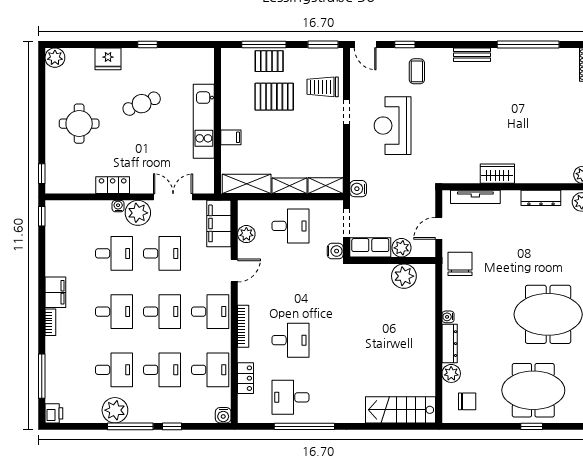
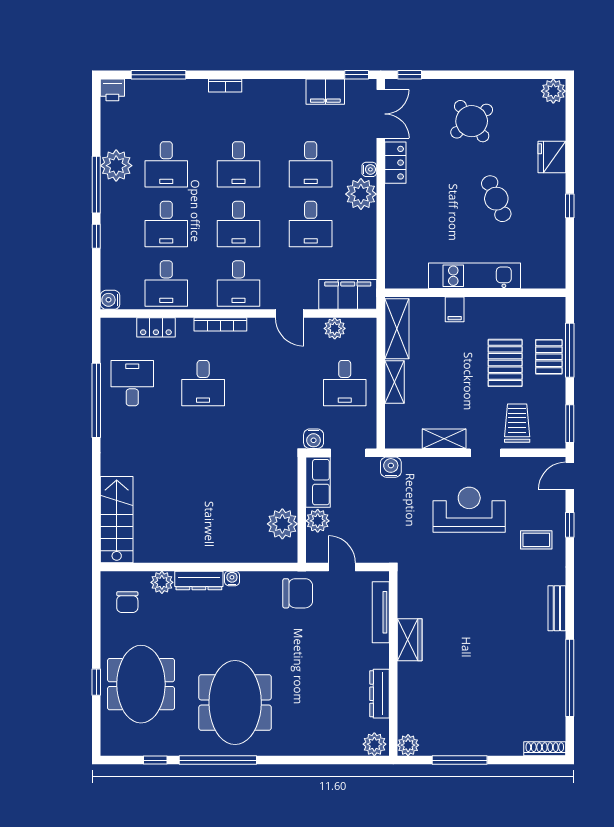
round table: (79, 124) -> (472, 121), turned -37
shelving: (326, 186) -> (444, 439), moved, turned 90
double door: (173, 197) -> (381, 114), moved
filing cabinet: (55, 292) -> (325, 92), moved

